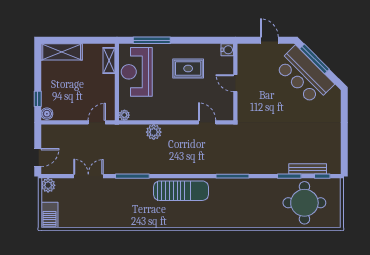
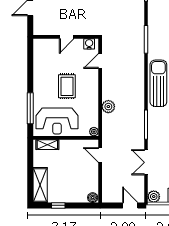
water cooler: (227, 50) -> (89, 44), moved
rug: (188, 69) -> (67, 86), moved
window: (38, 99) -> (58, 205), moved

